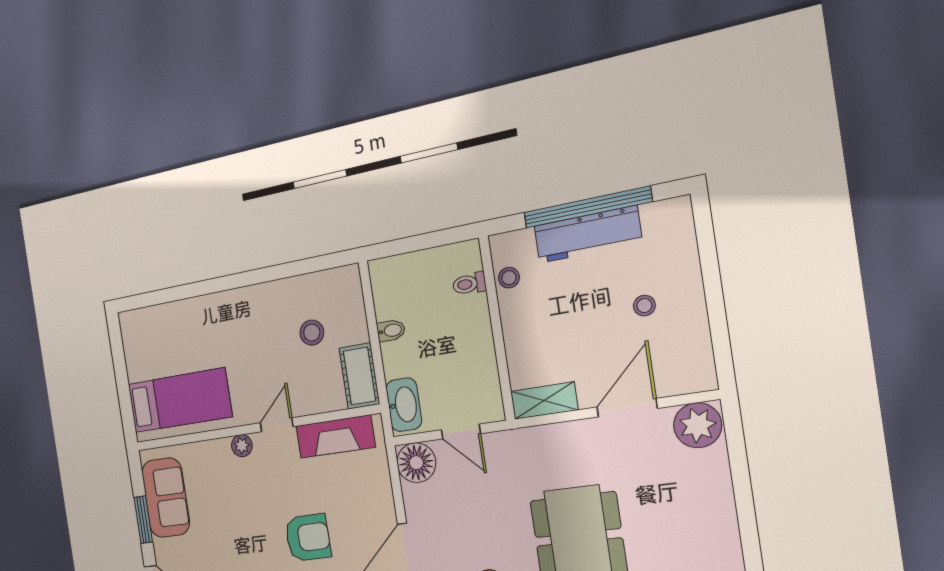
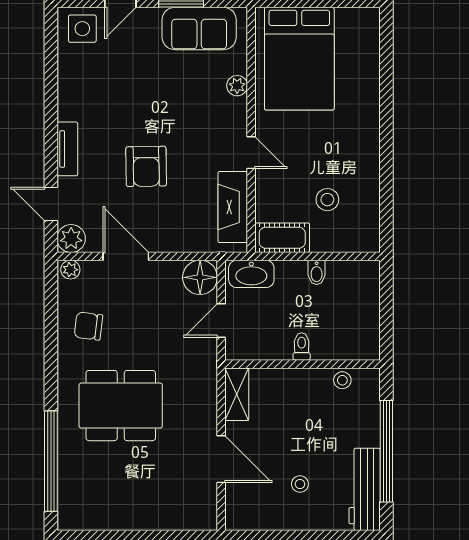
workbench: (588, 235) -> (365, 489), moved
toilet: (469, 284) -> (302, 346), moved
bed: (180, 400) -> (299, 59), width x1.50
plant: (698, 425) -> (199, 511), removed
plant: (242, 446) -> (237, 86), moved

